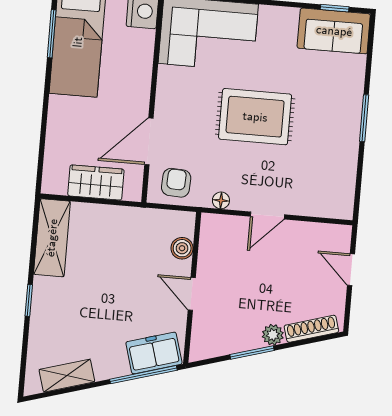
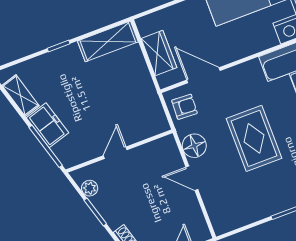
floor lamp: (221, 200) -> (194, 146), width x1.89, depth x1.89
boiler: (182, 248) -> (143, 132), removed
plant: (273, 335) -> (90, 188), moved
freezer: (154, 353) -> (47, 125), moved

